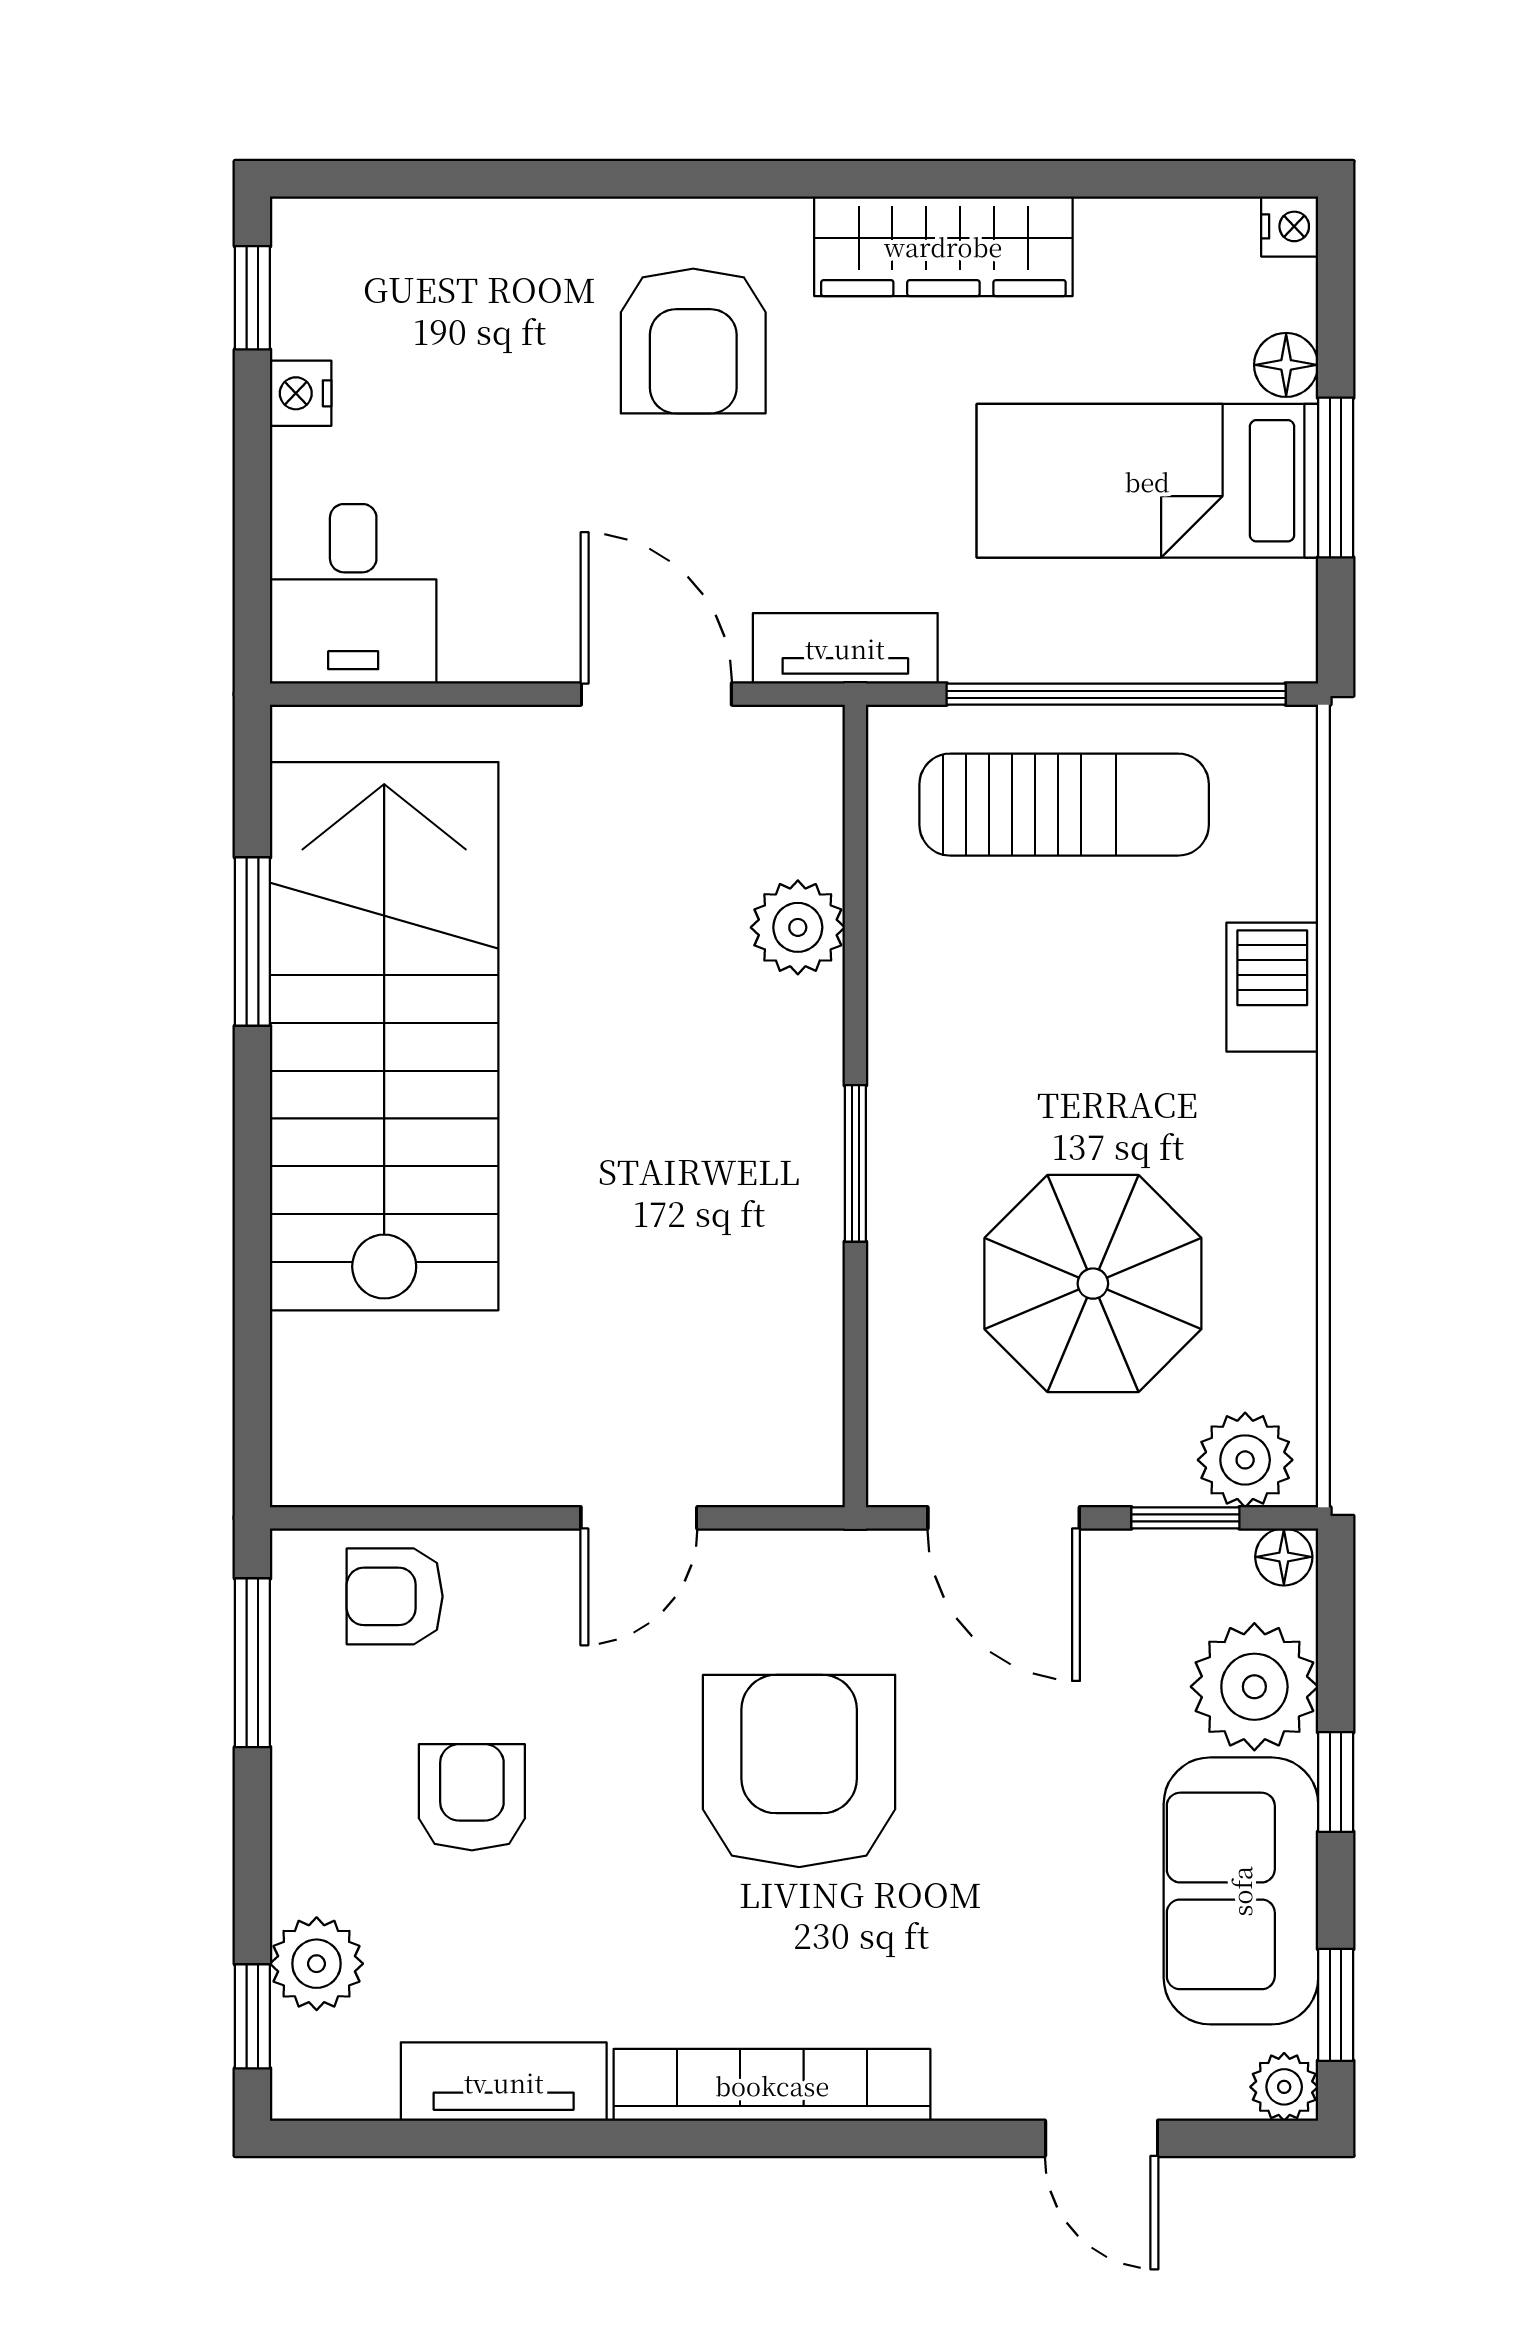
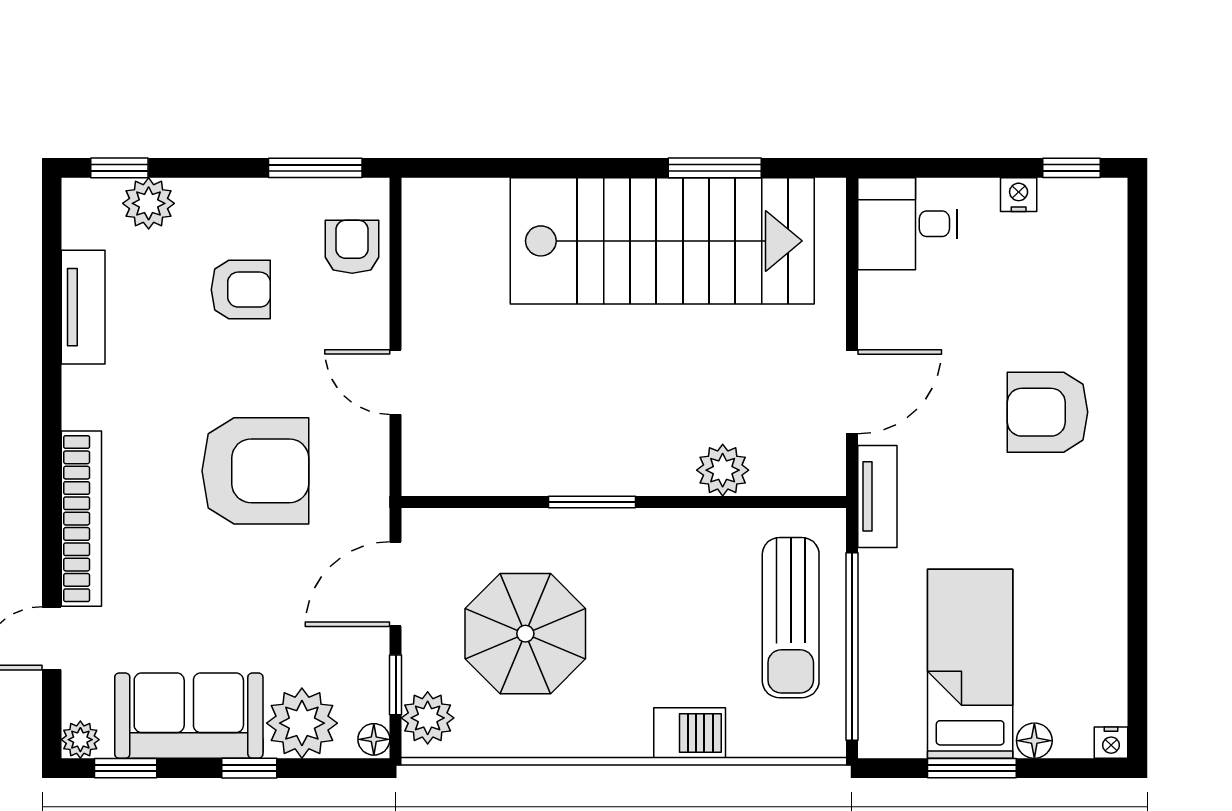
wardrobe: (943, 246) -> (1100, 551), removed
bookcase: (772, 2085) -> (81, 519), moved

